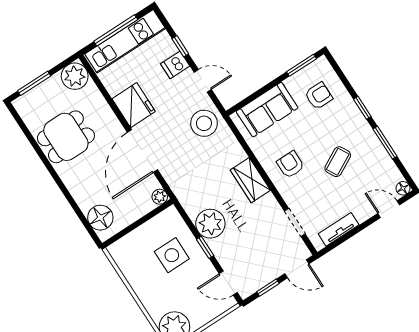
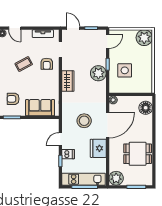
door: (203, 81) -> (60, 139), hinge flipped
stool: (204, 123) -> (84, 121), moved
armchair: (290, 164) -> (47, 64), moved
door: (228, 283) -> (108, 42), hinge flipped

